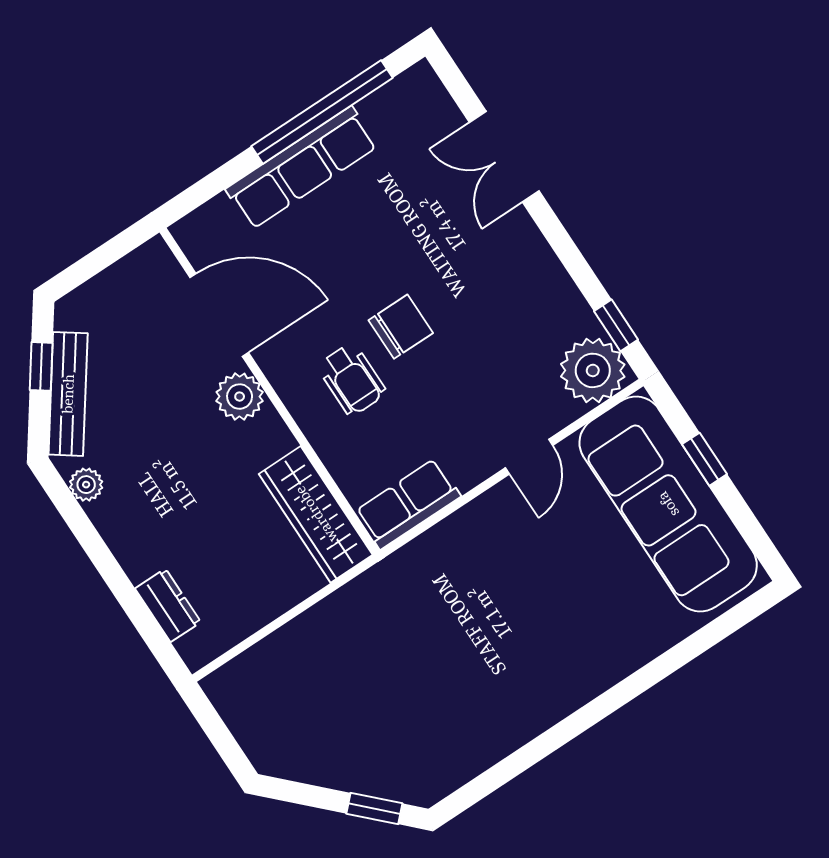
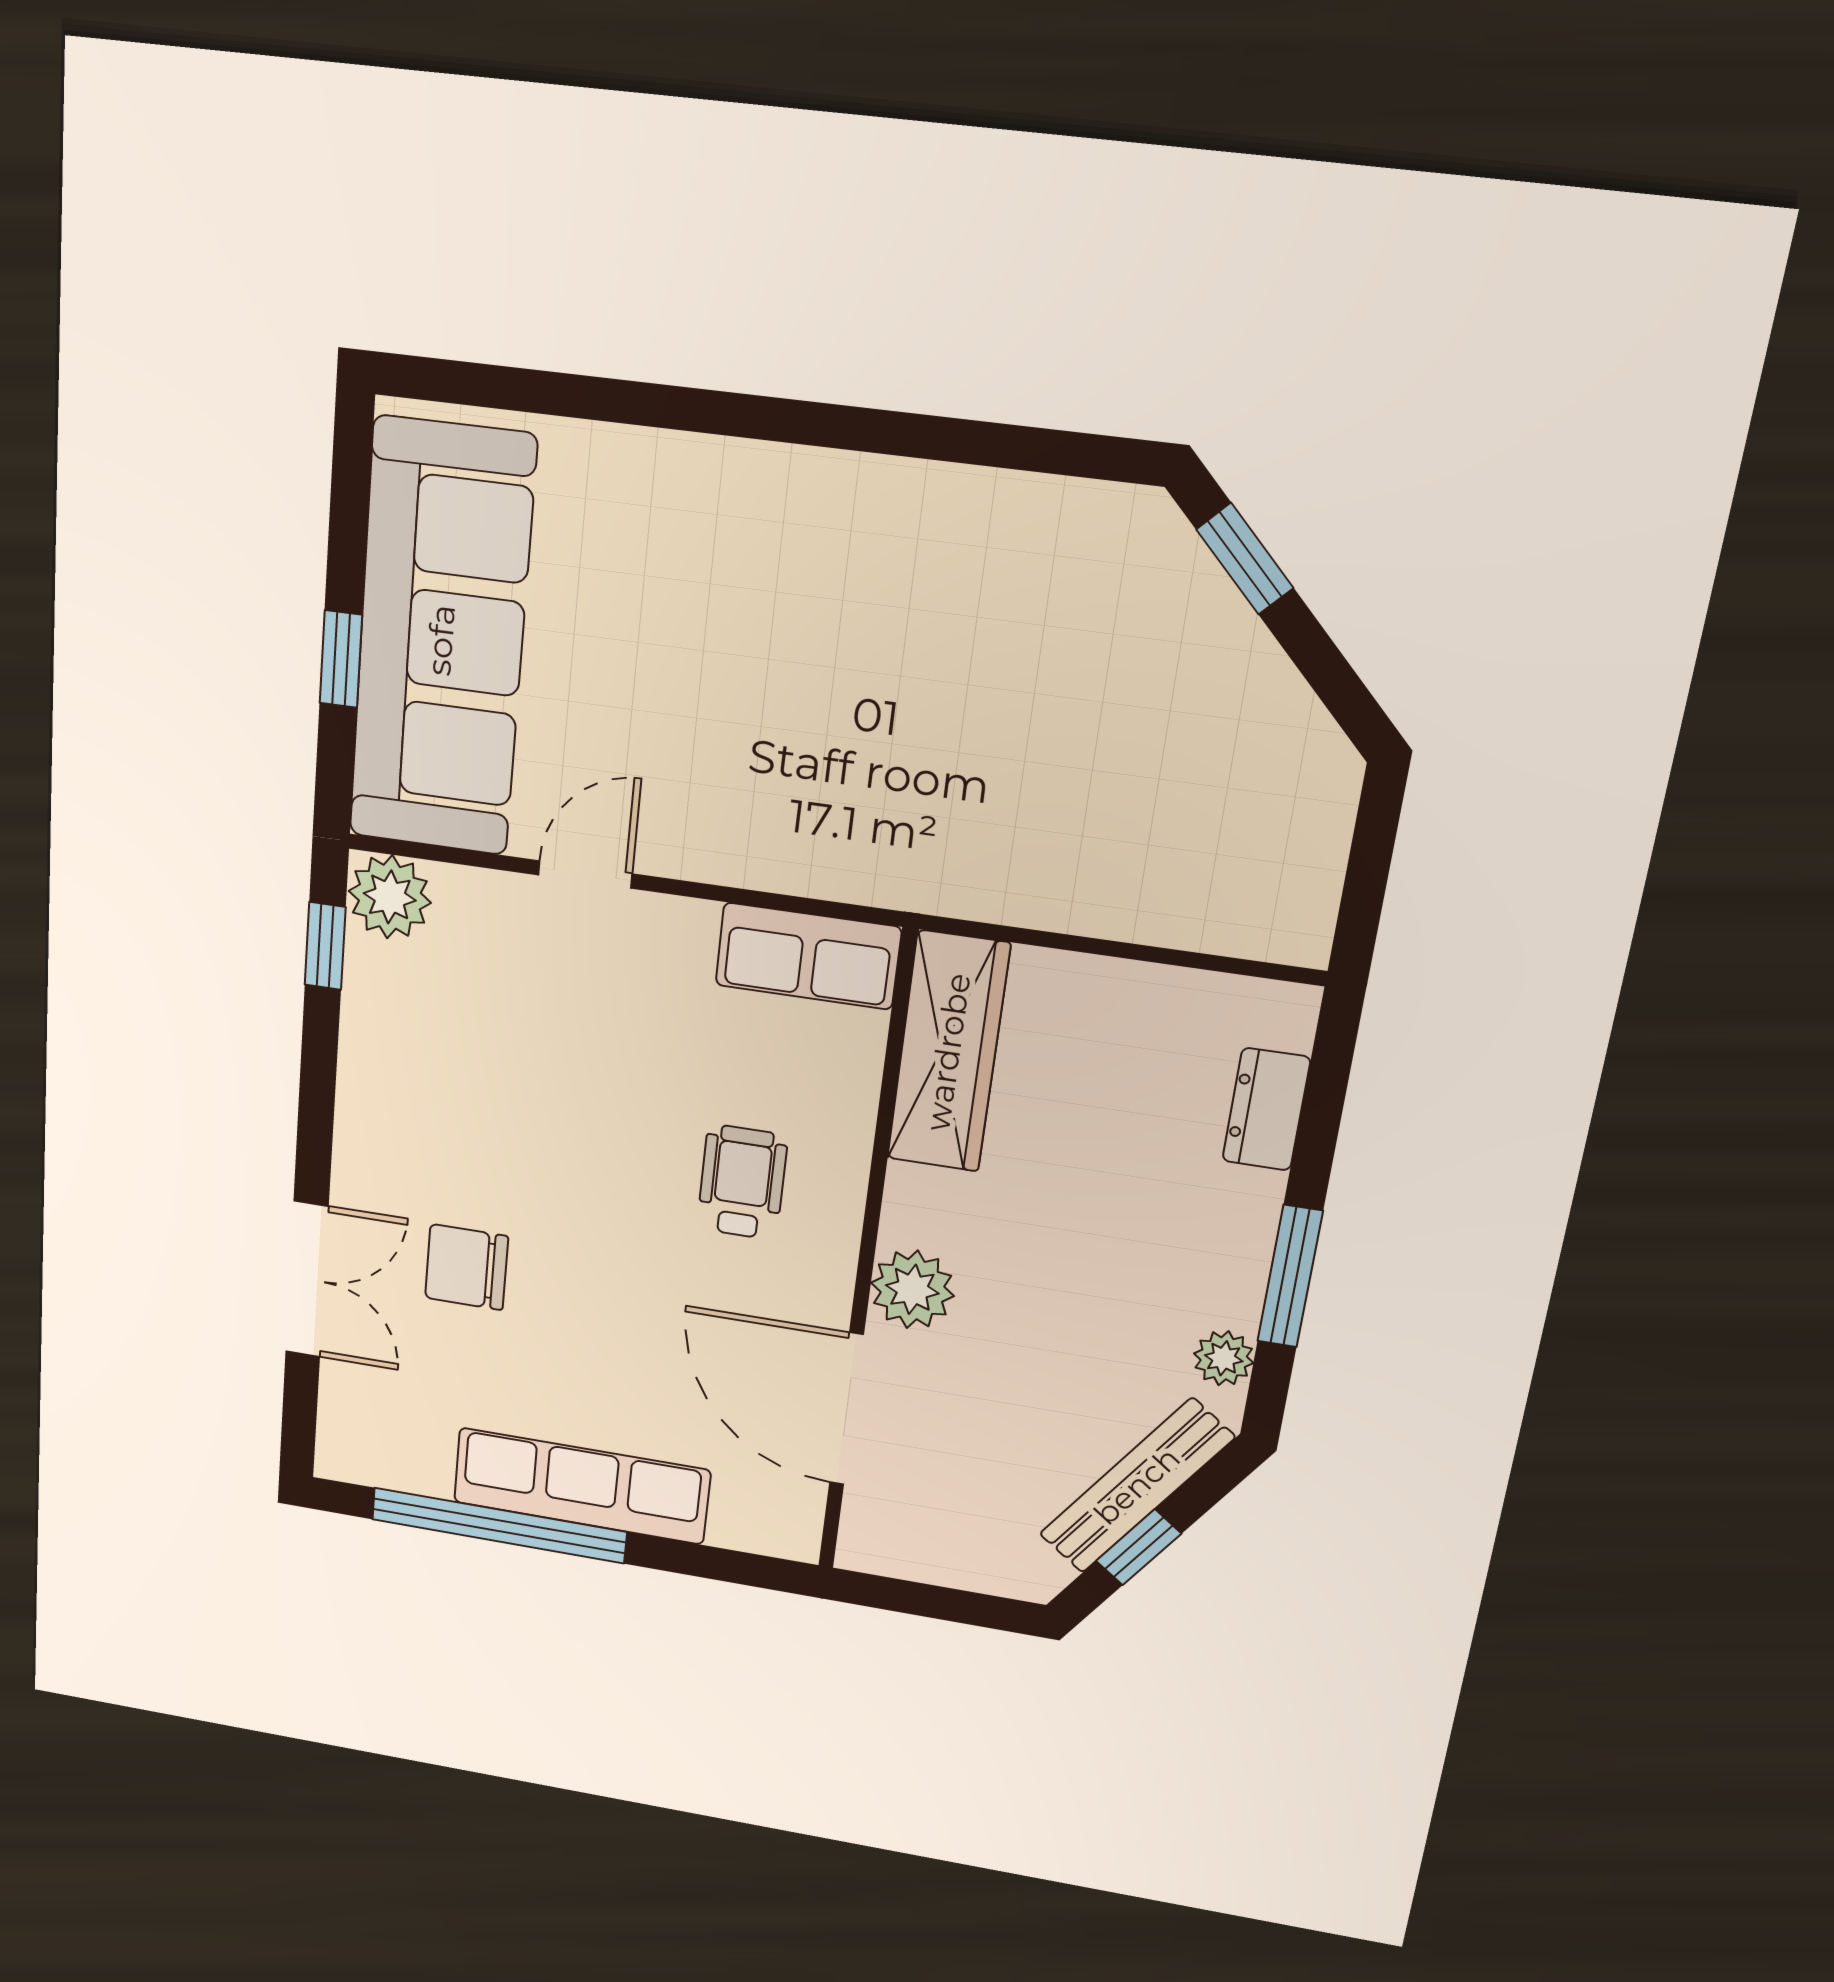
chair: (401, 327) -> (467, 1267), moved
plant: (593, 370) -> (390, 897), width x0.73, depth x0.73
window: (93, 544) -> (1290, 1276), added

